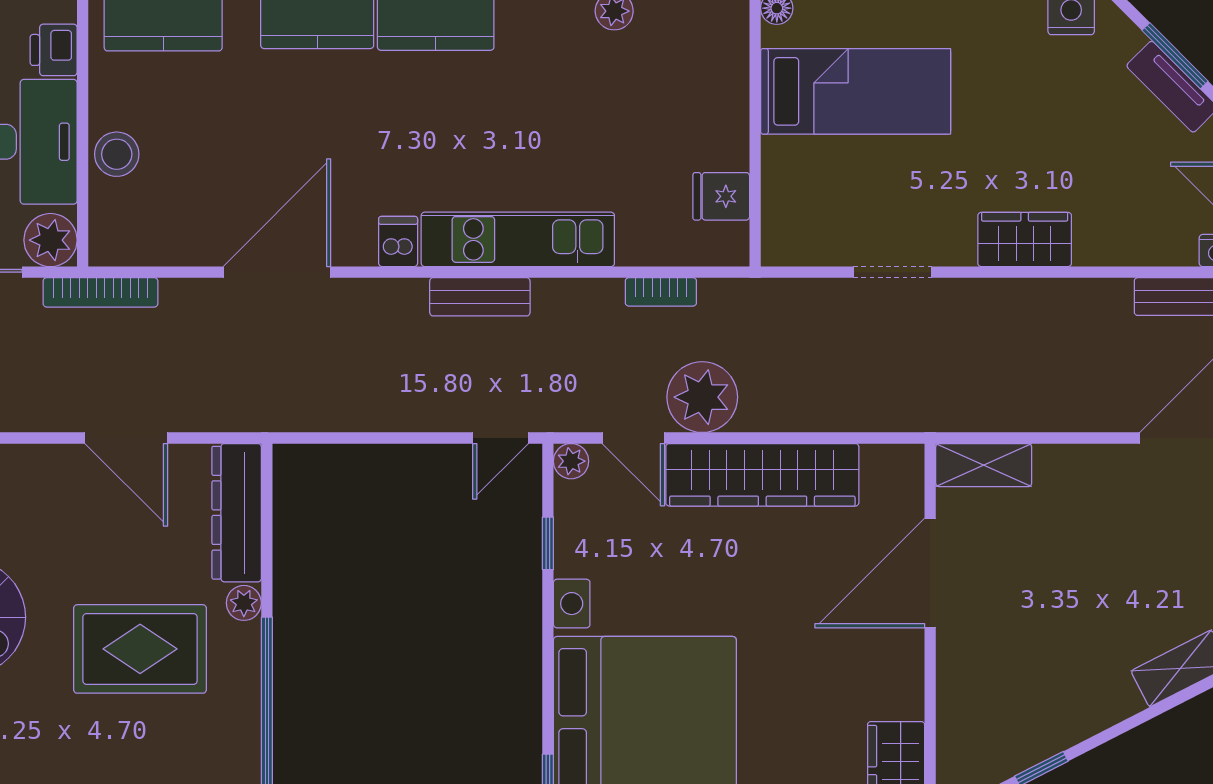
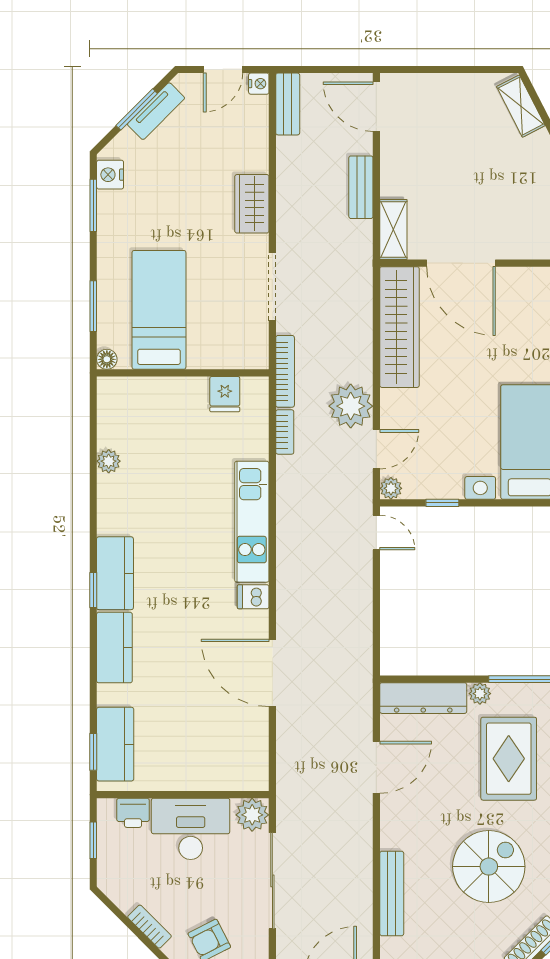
stool: (117, 154) -> (198, 773), removed
doorway: (892, 272) -> (272, 287), width x1.38
bookcase: (100, 292) -> (285, 371), moved
bench: (480, 297) -> (361, 187), moved
wardrobe: (762, 475) -> (399, 327), moved

